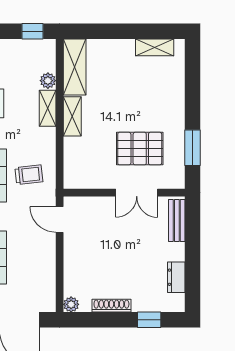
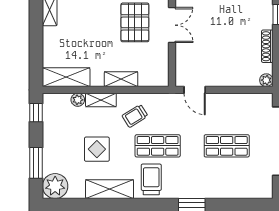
shelving: (72, 116) -> (121, 79), moved
trolley: (29, 175) -> (135, 116), moved, turned -116
door: (60, 219) -> (195, 90), hinge flipped

